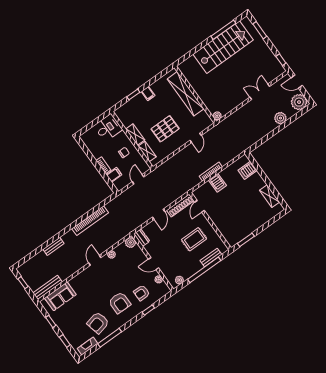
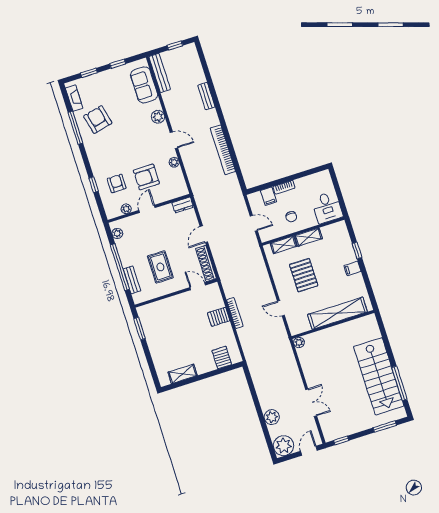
door: (159, 214) -> (204, 234), hinge flipped
plant: (130, 242) -> (158, 117), moved
armchair: (120, 303) -> (146, 177), moved

